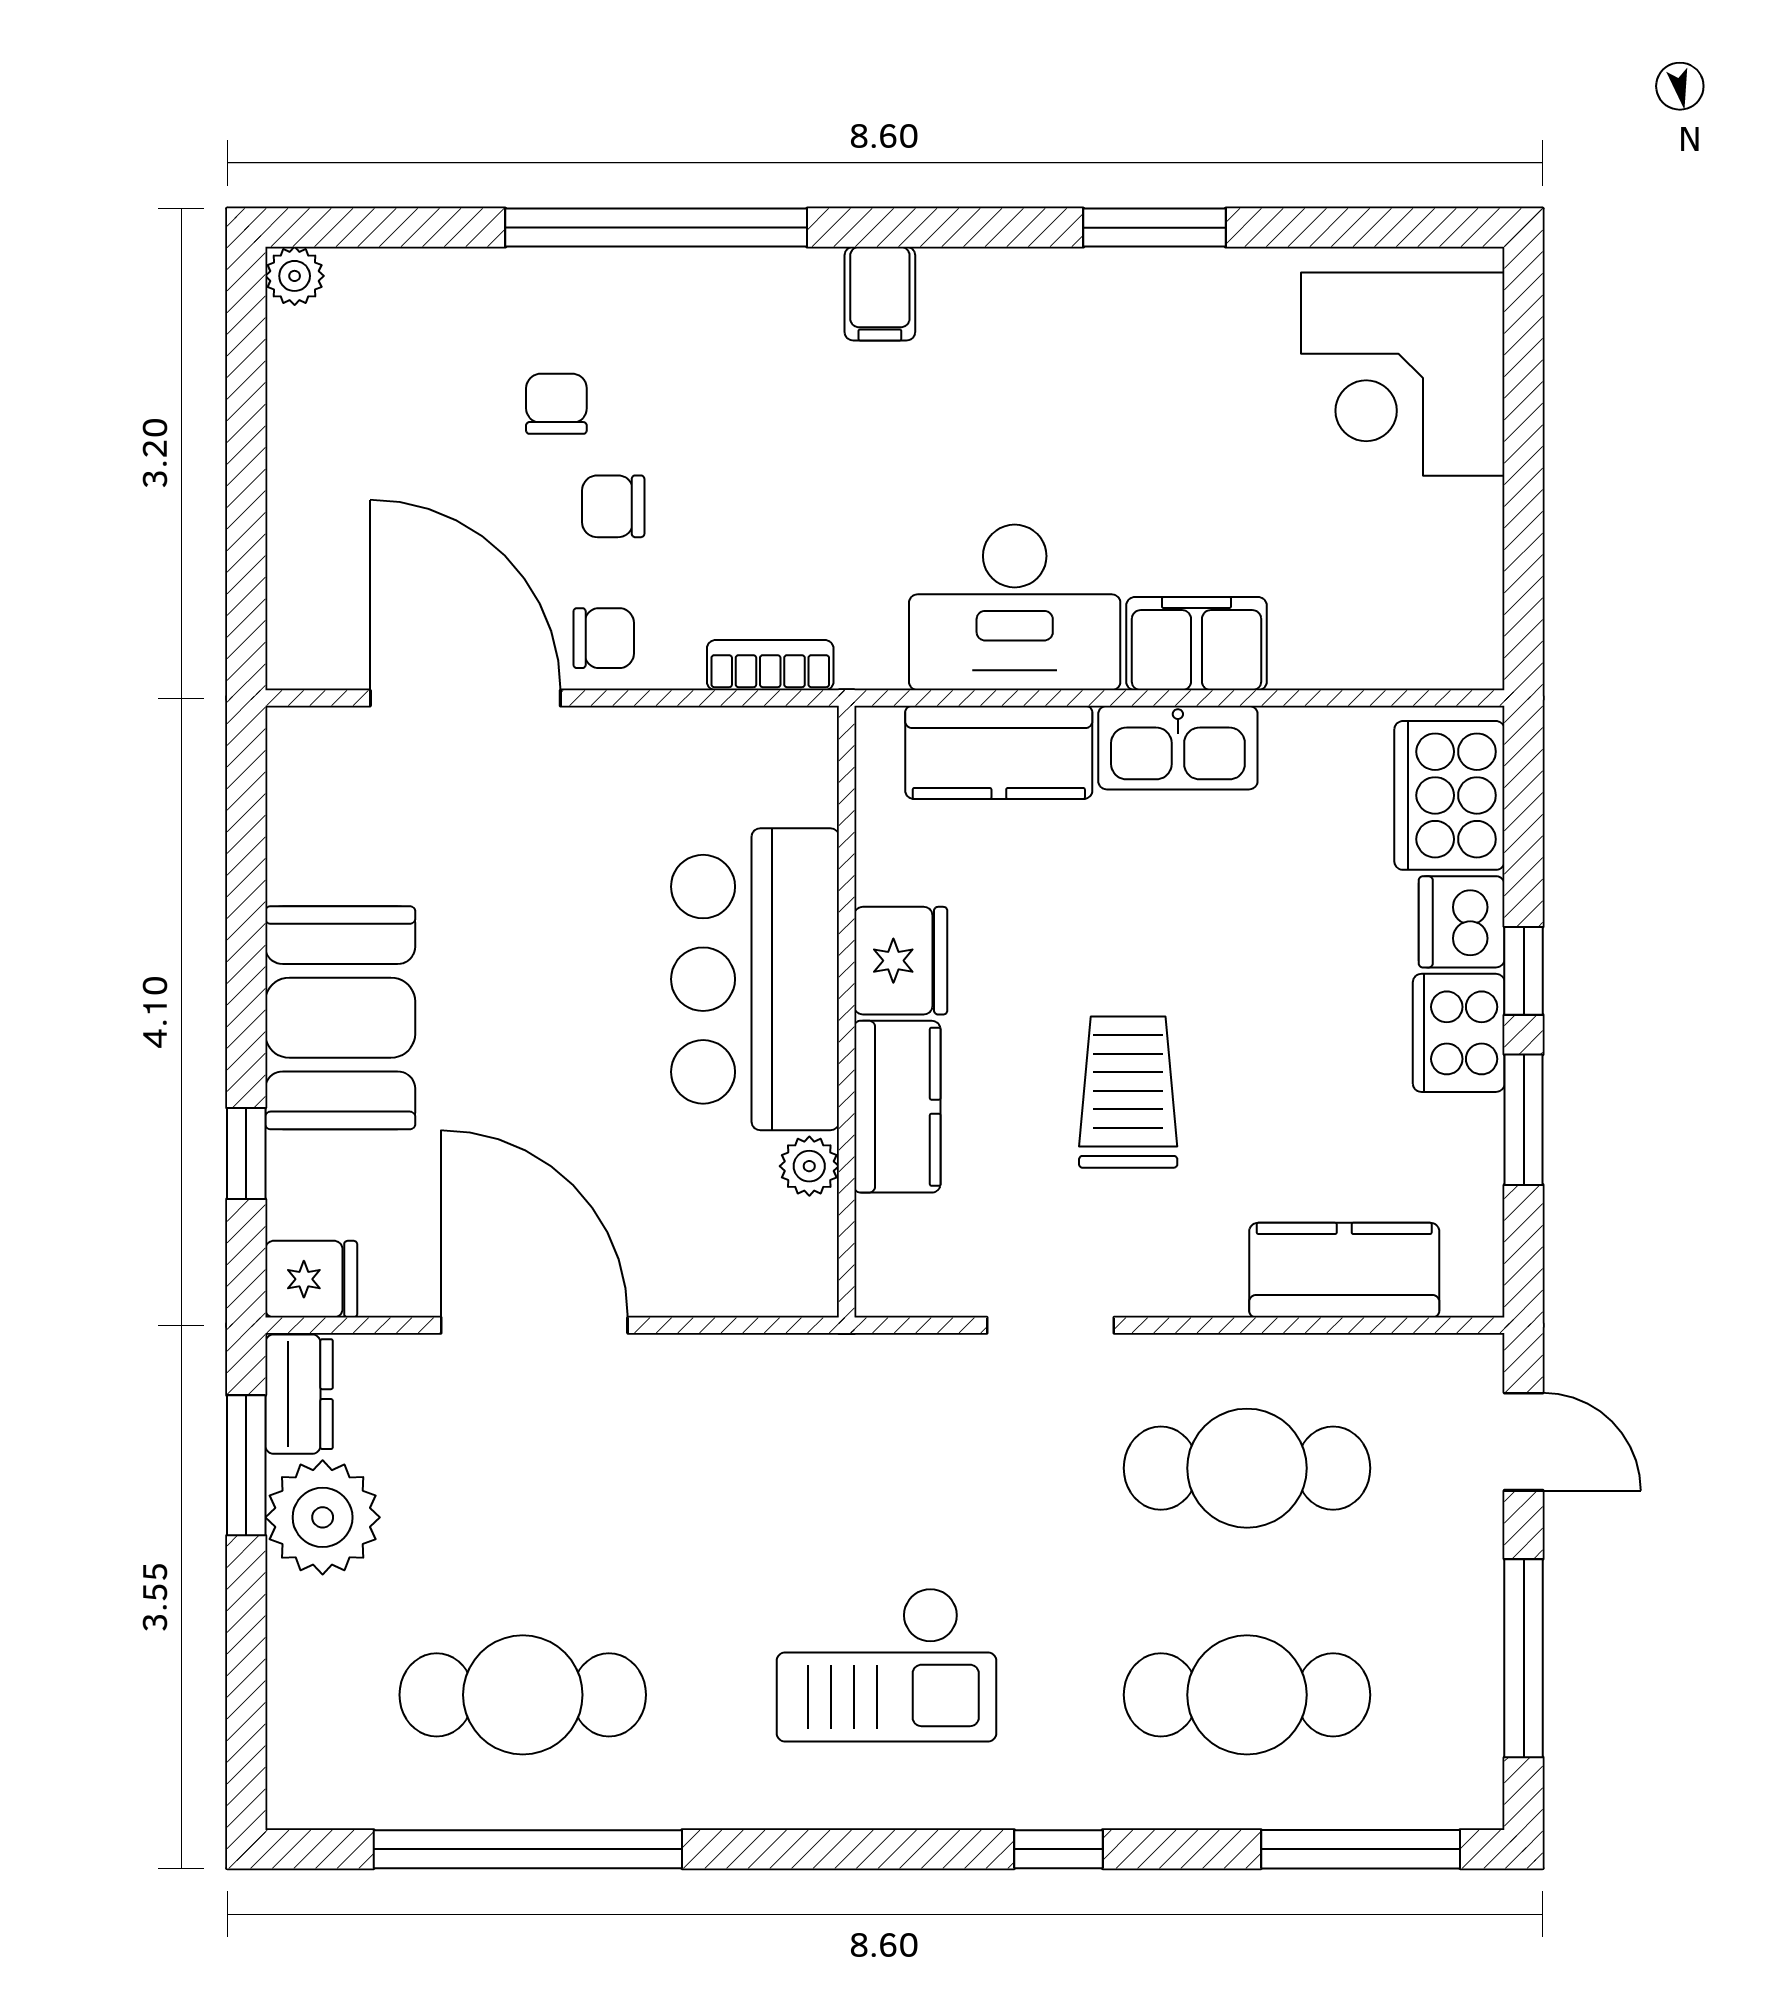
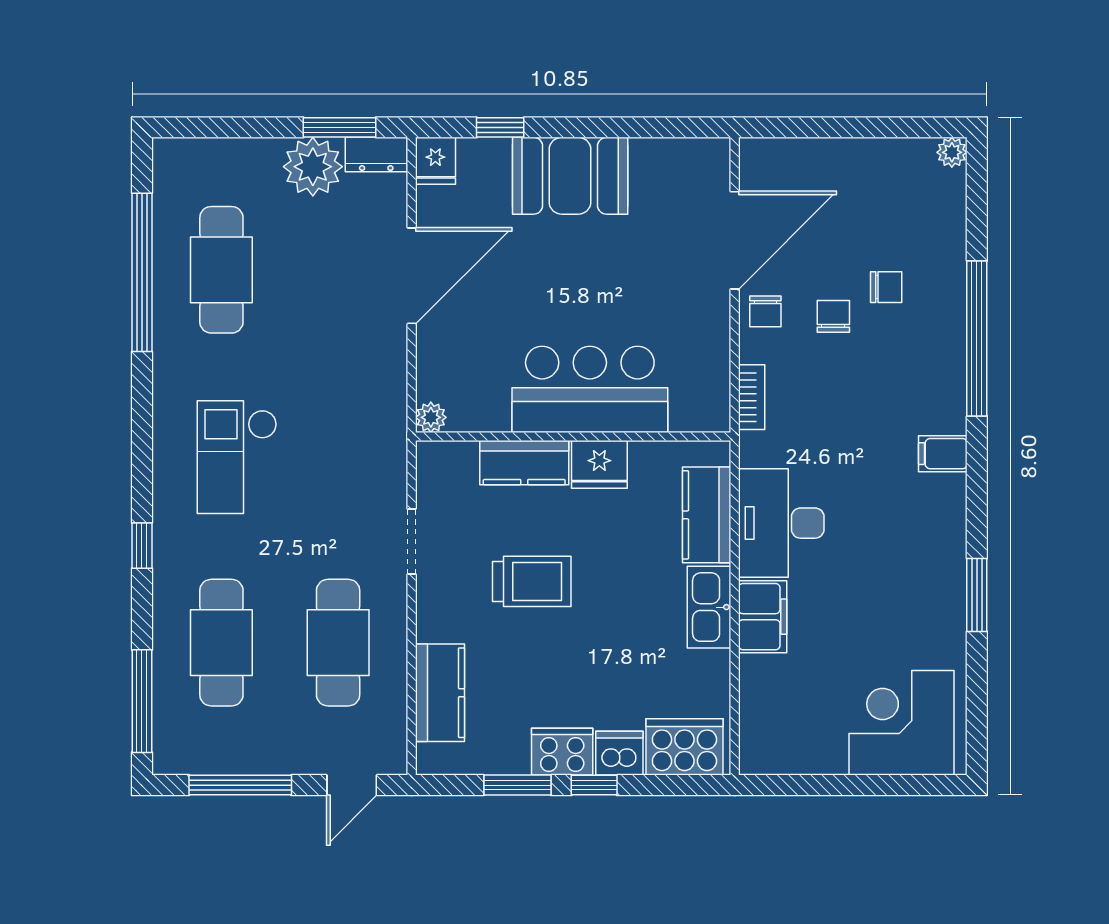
plant: (809, 1166) -> (431, 417), moved

